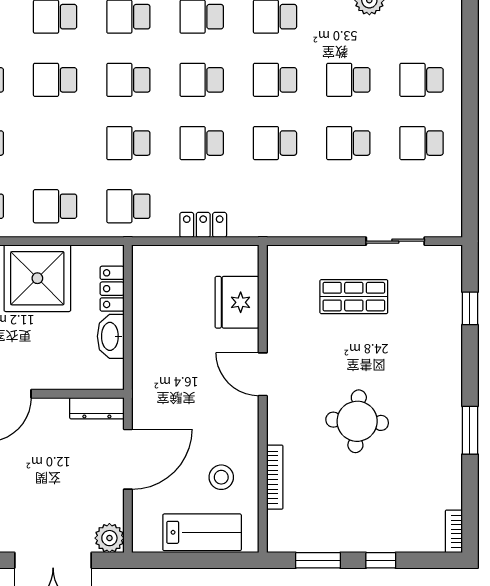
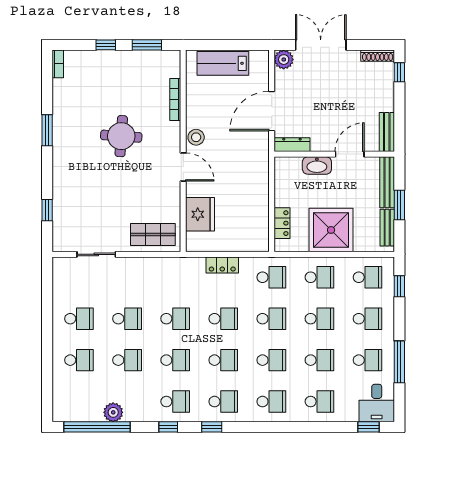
school desk: (55, 143) -> (319, 319), added
shop shelf: (354, 297) -> (153, 235), moved
washbasin: (111, 336) -> (317, 165), moved, turned 90
stool: (221, 477) -> (196, 137), moved

